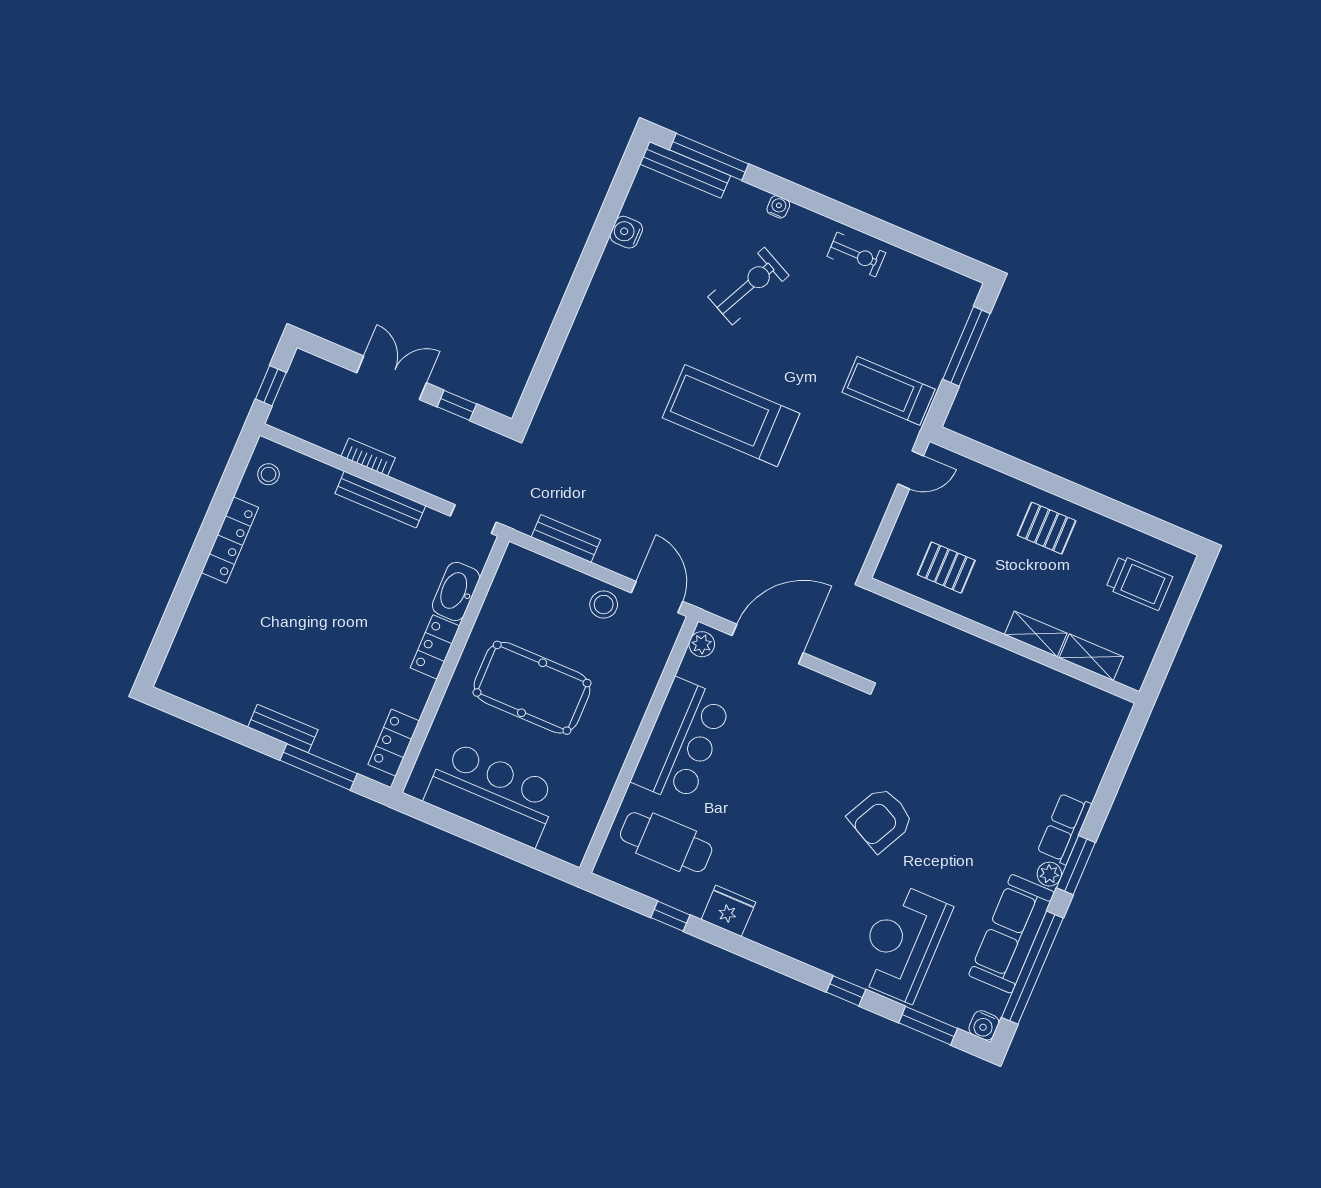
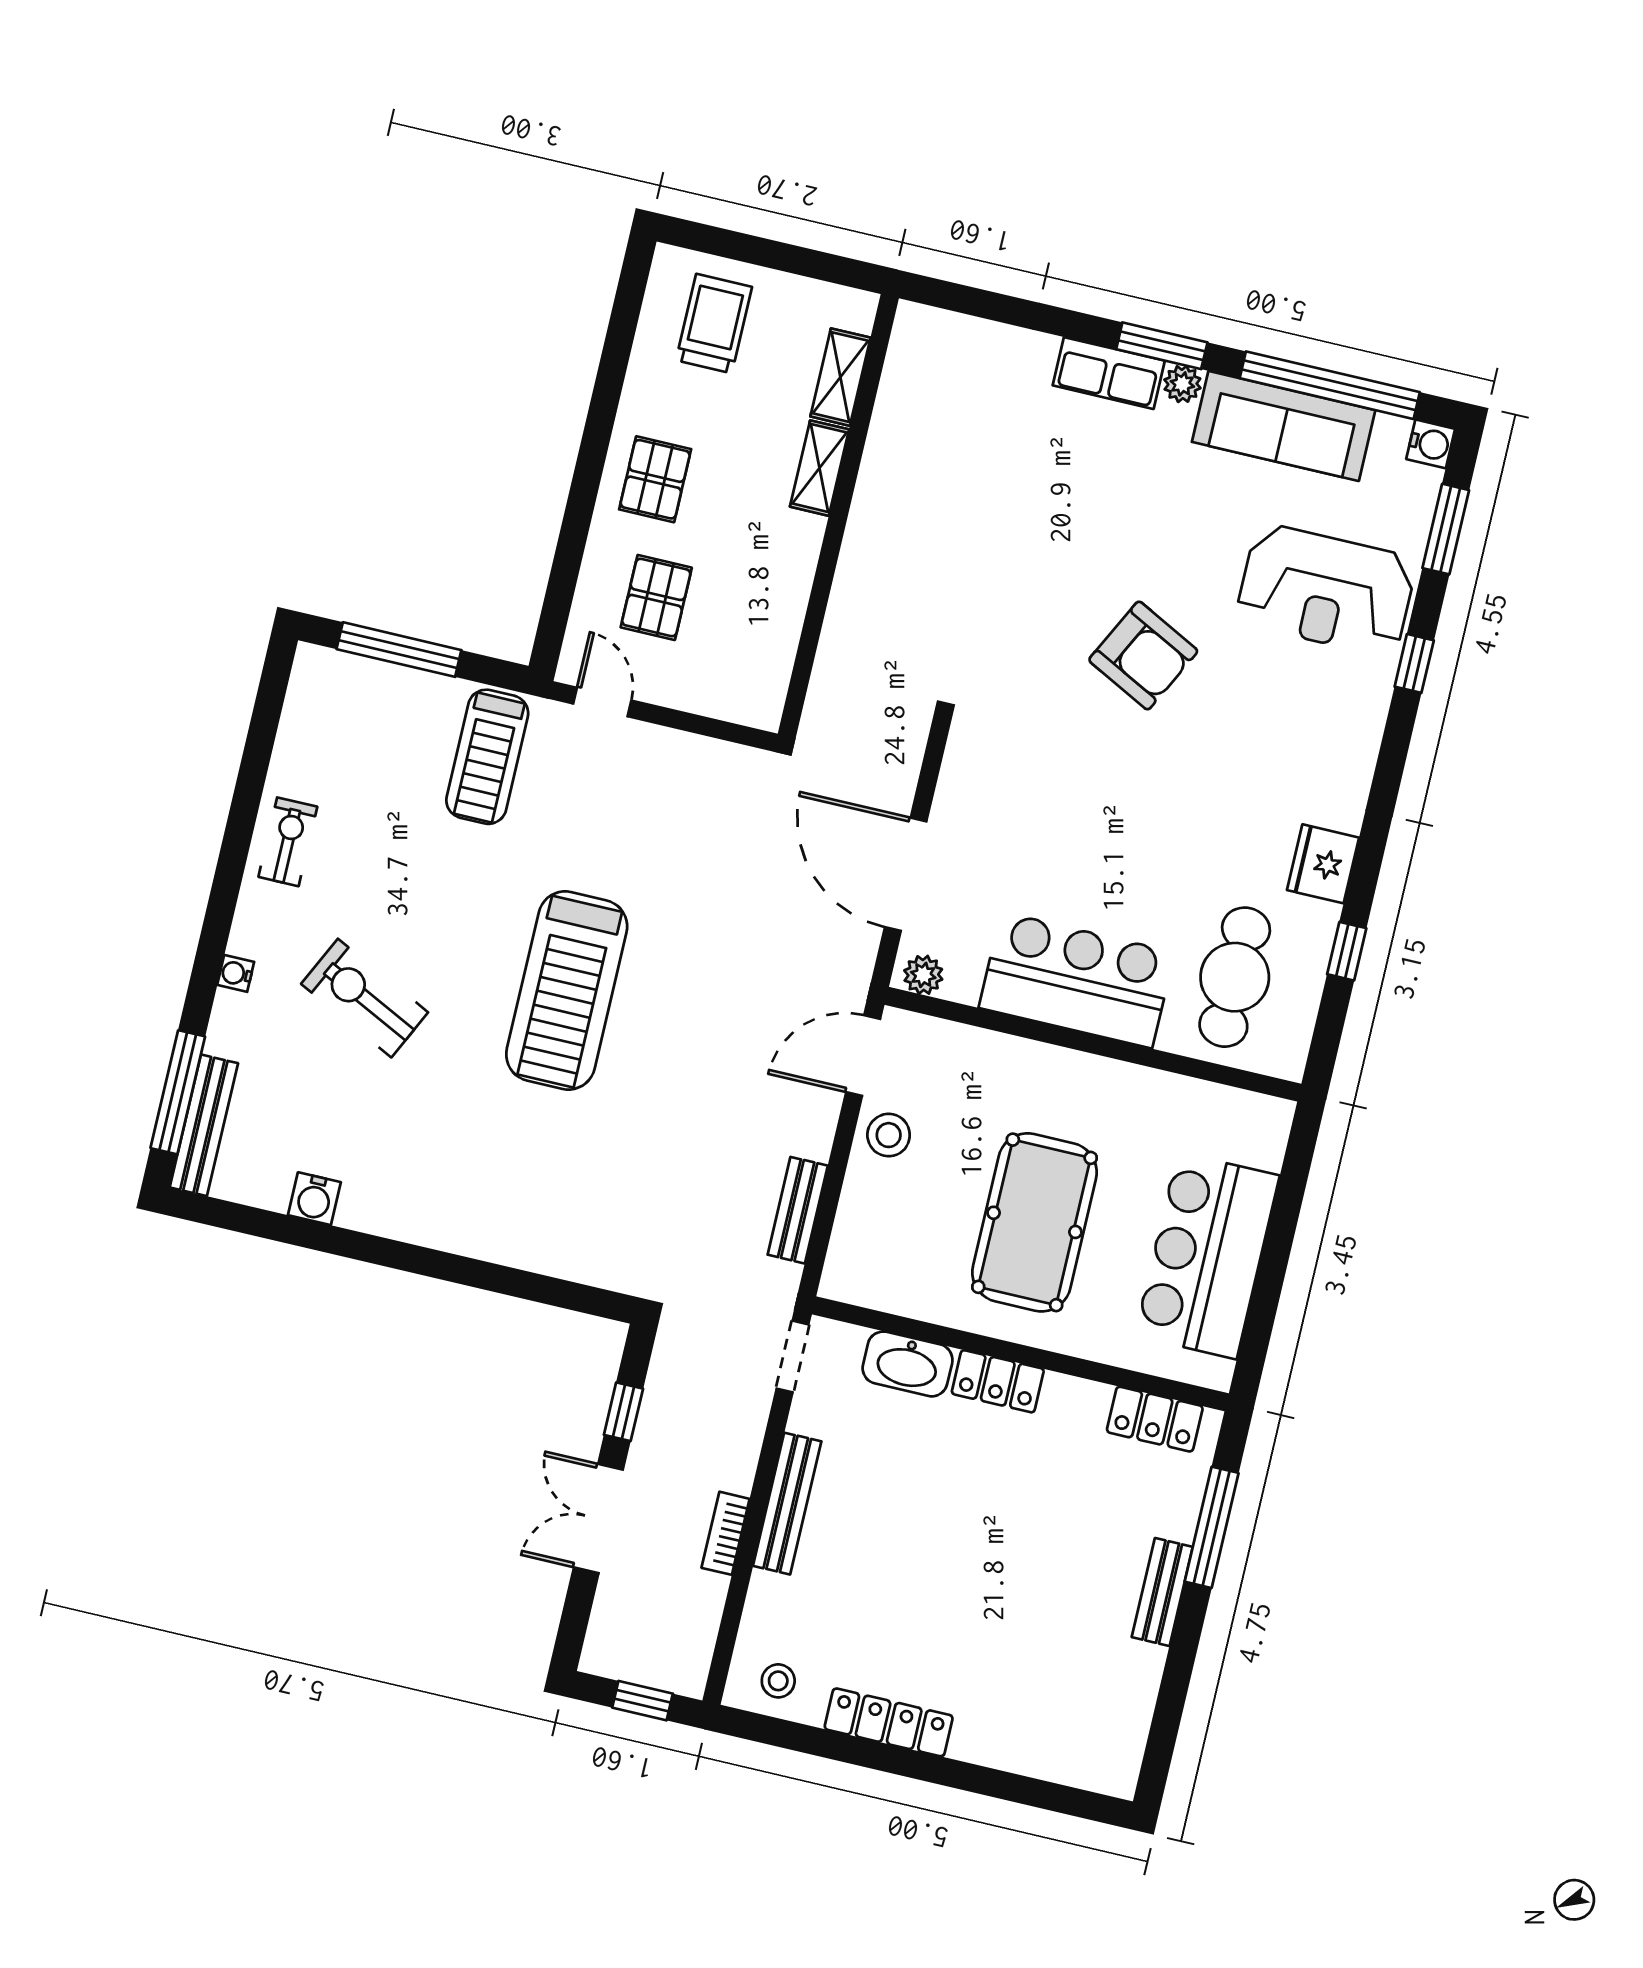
pallet: (946, 568) -> (656, 597), moved

